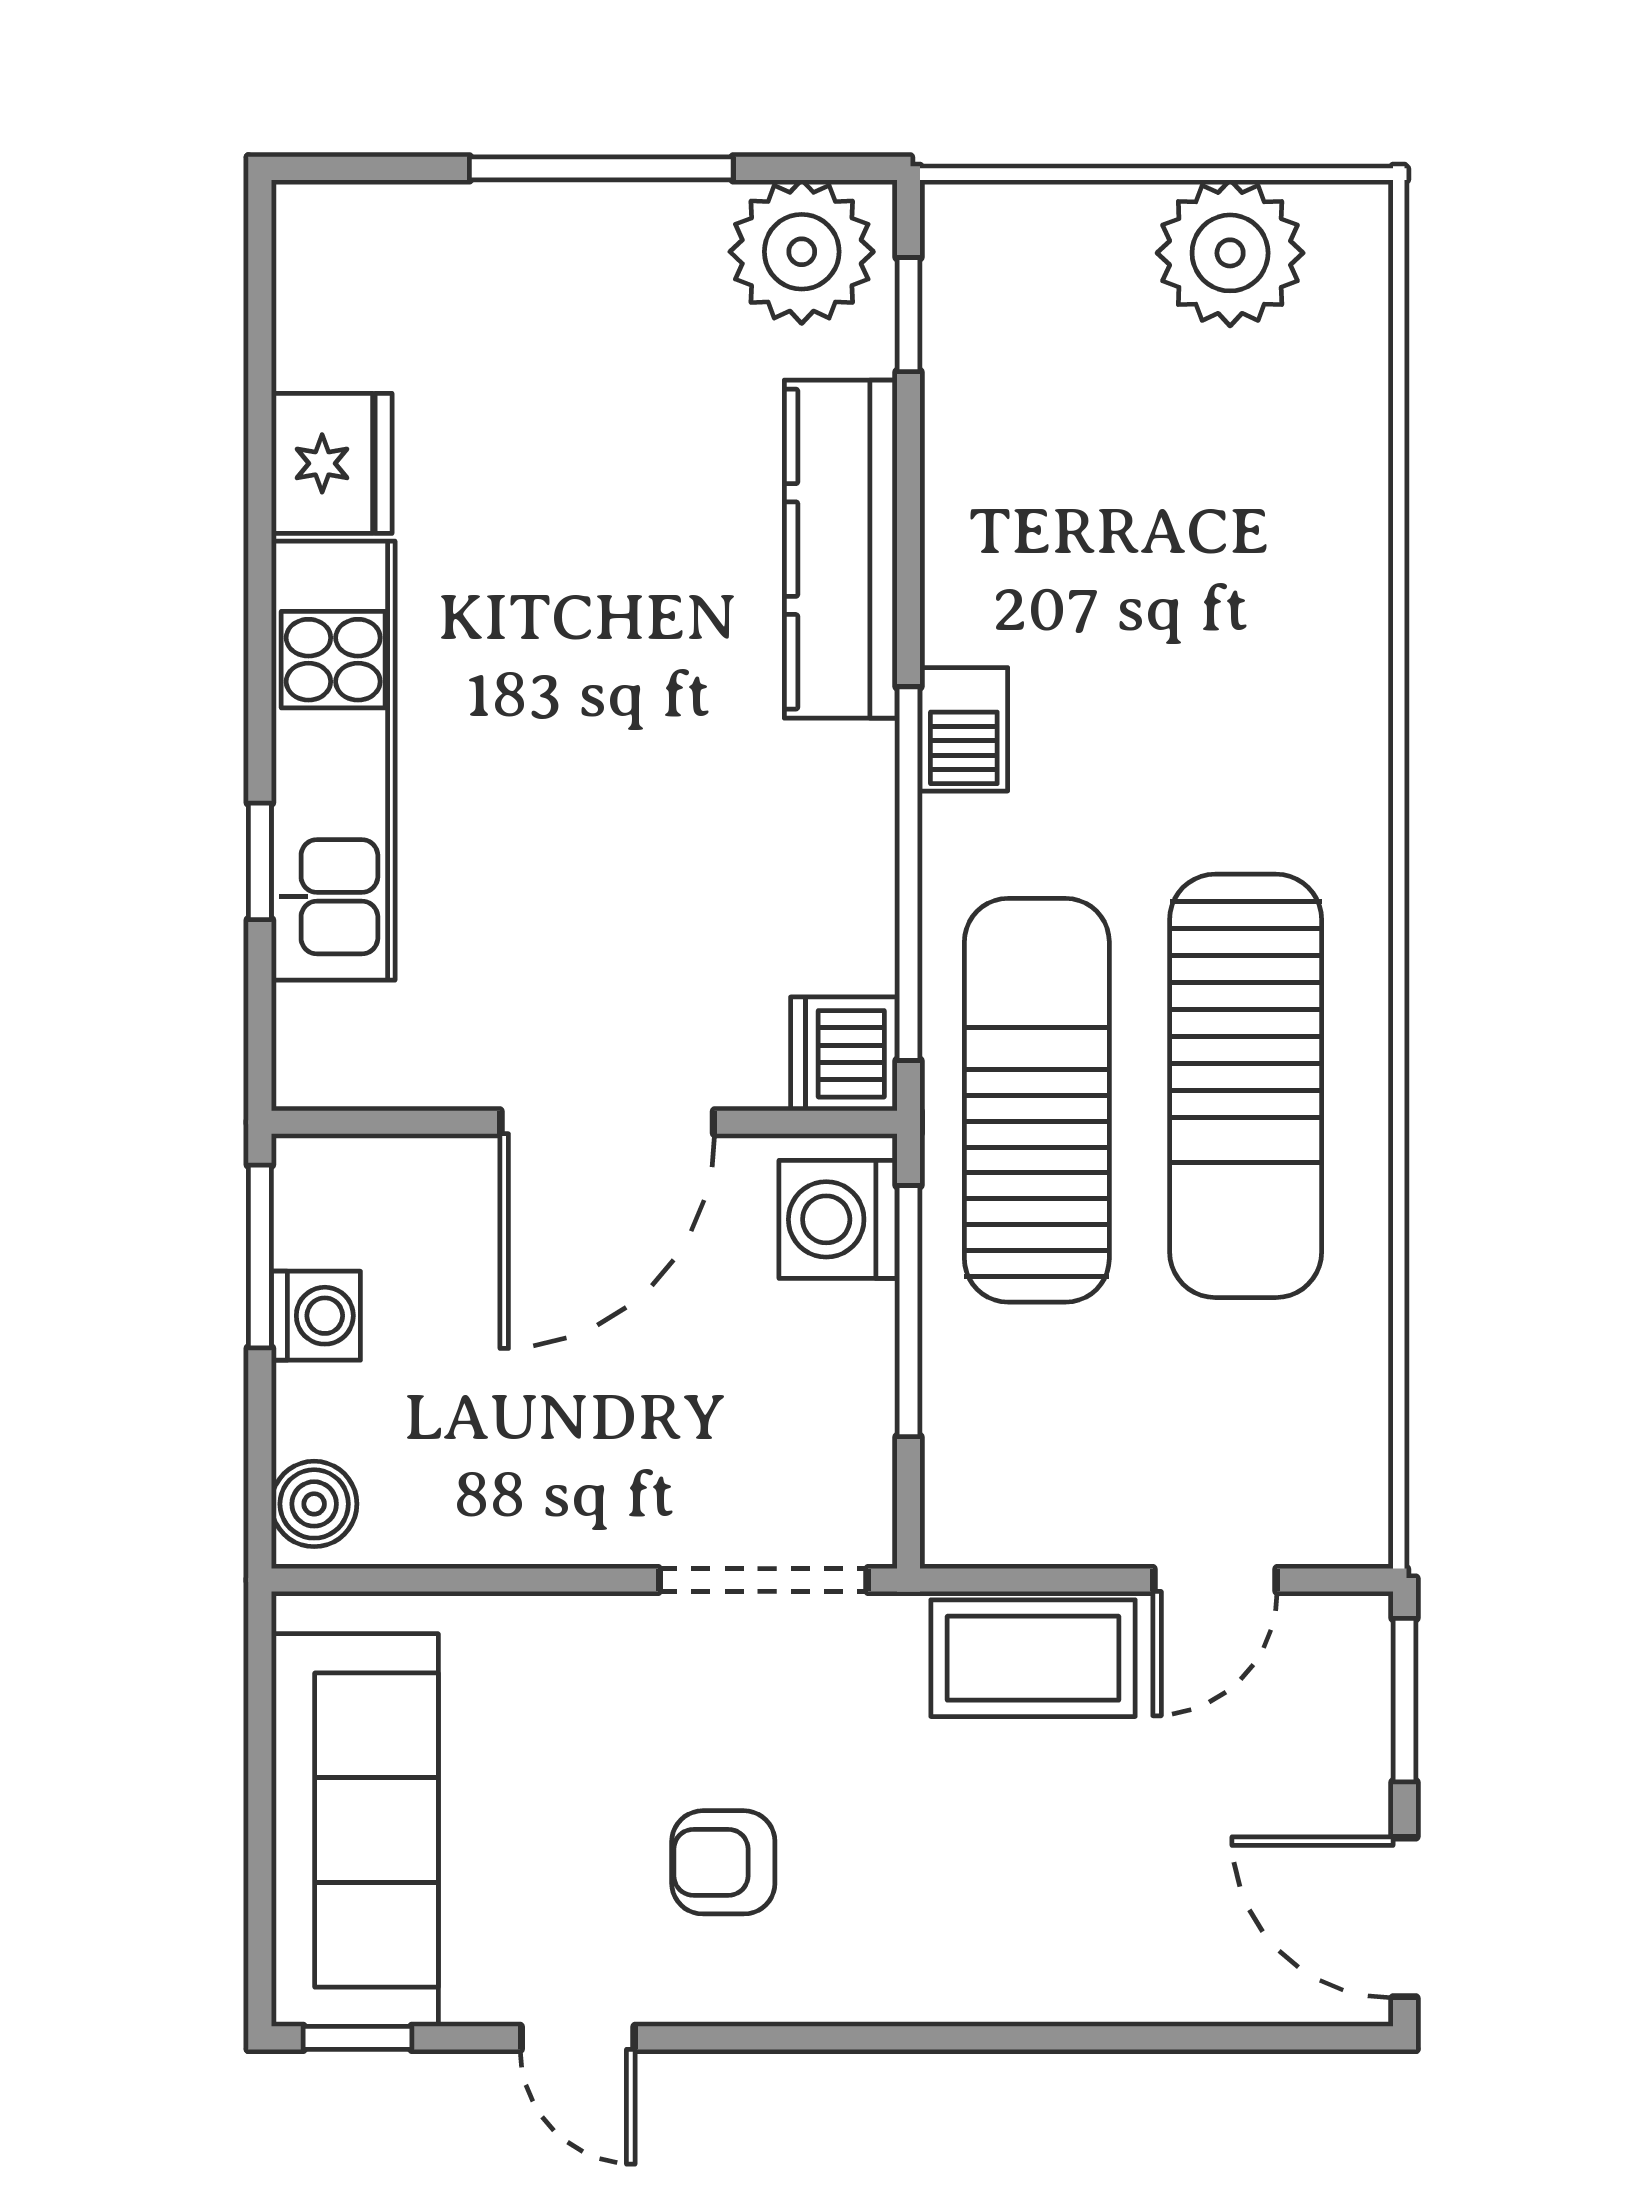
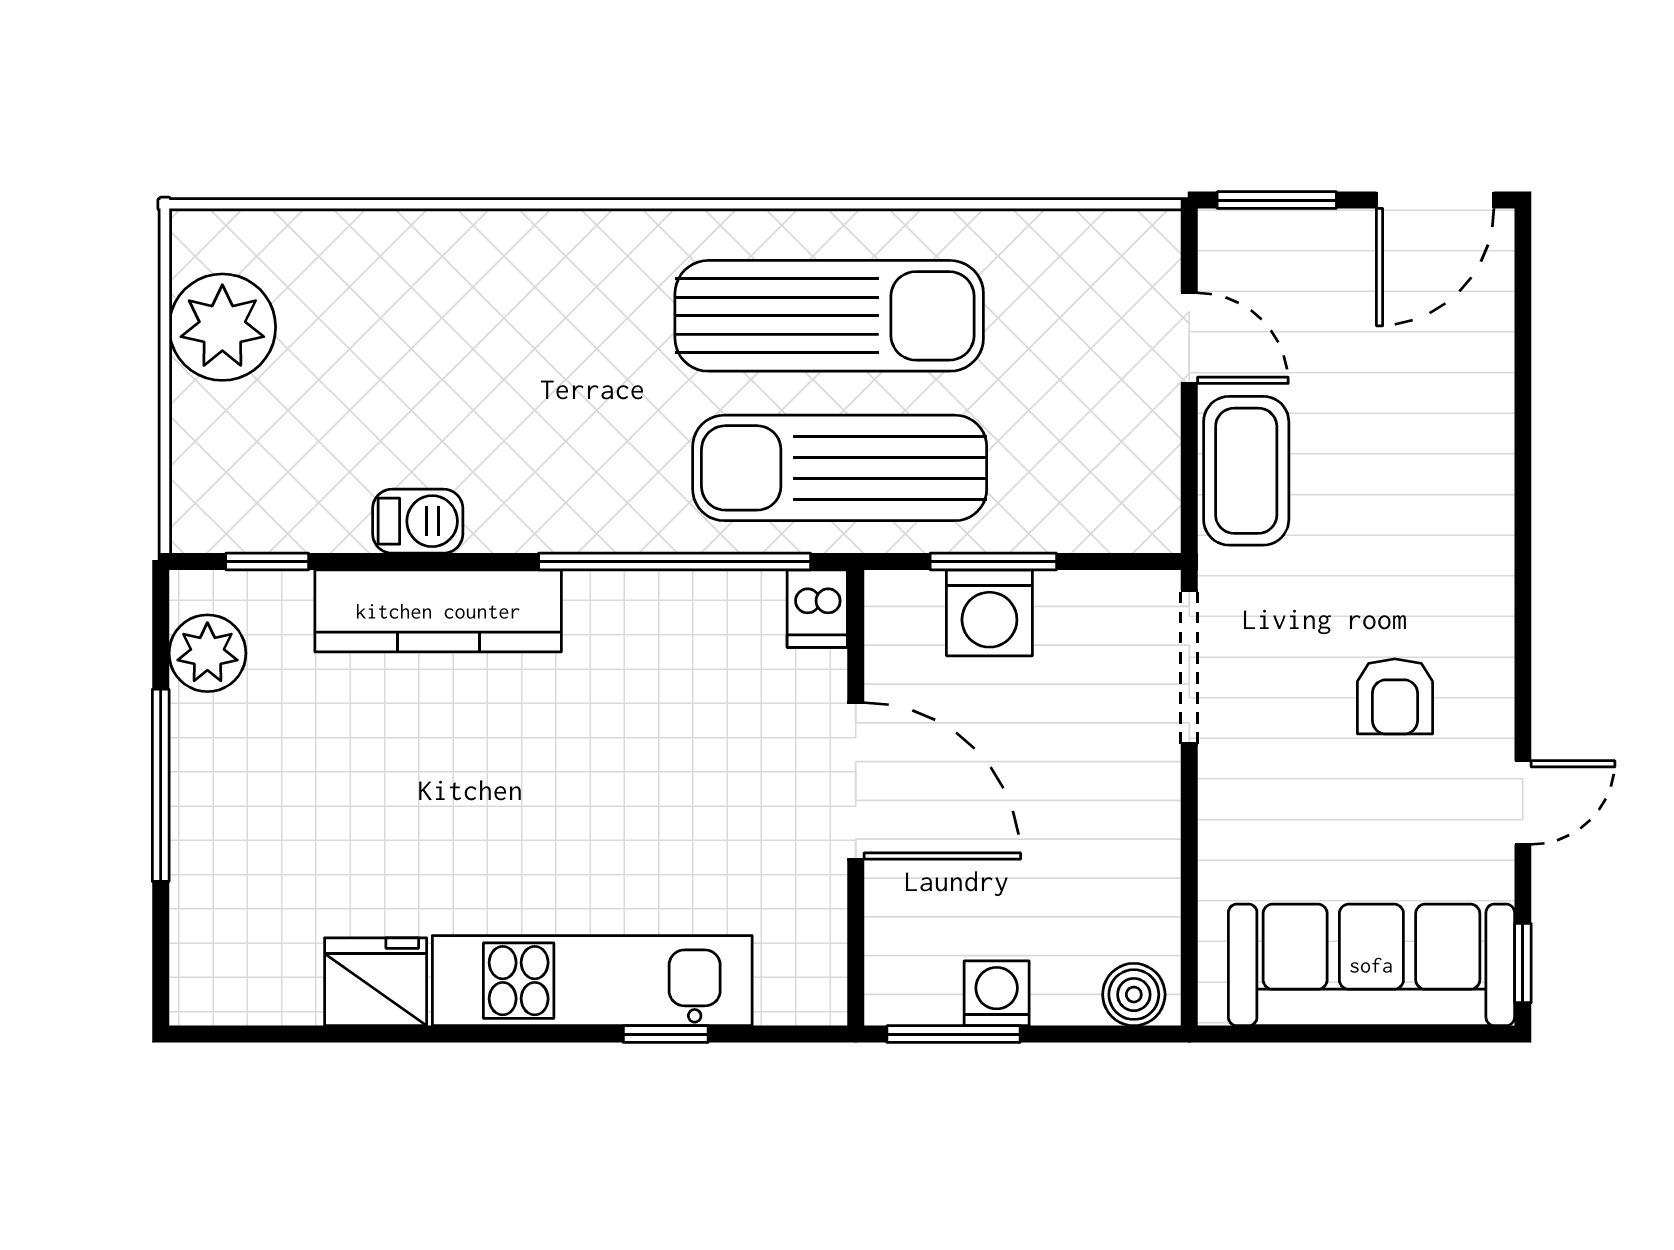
plant: (802, 252) -> (207, 653), width x0.73, depth x0.73
barbecue: (964, 729) -> (418, 521), moved
dishwasher: (844, 1054) -> (817, 609), width x0.73
washing machine: (838, 1219) -> (989, 613), moved
window: (908, 1311) -> (993, 561), width x0.69

